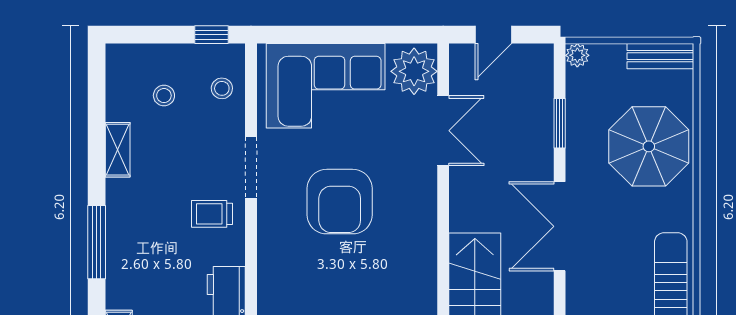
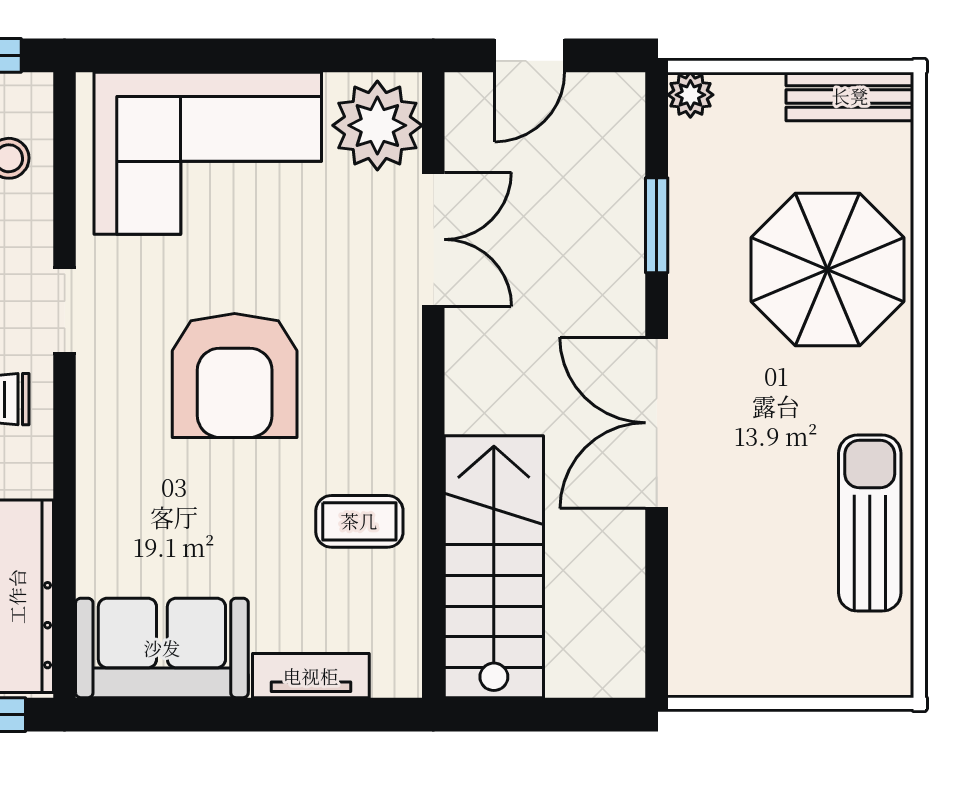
doorway: (251, 168) -> (65, 310), width x0.73
coffee table: (405, 278) -> (359, 521), added

